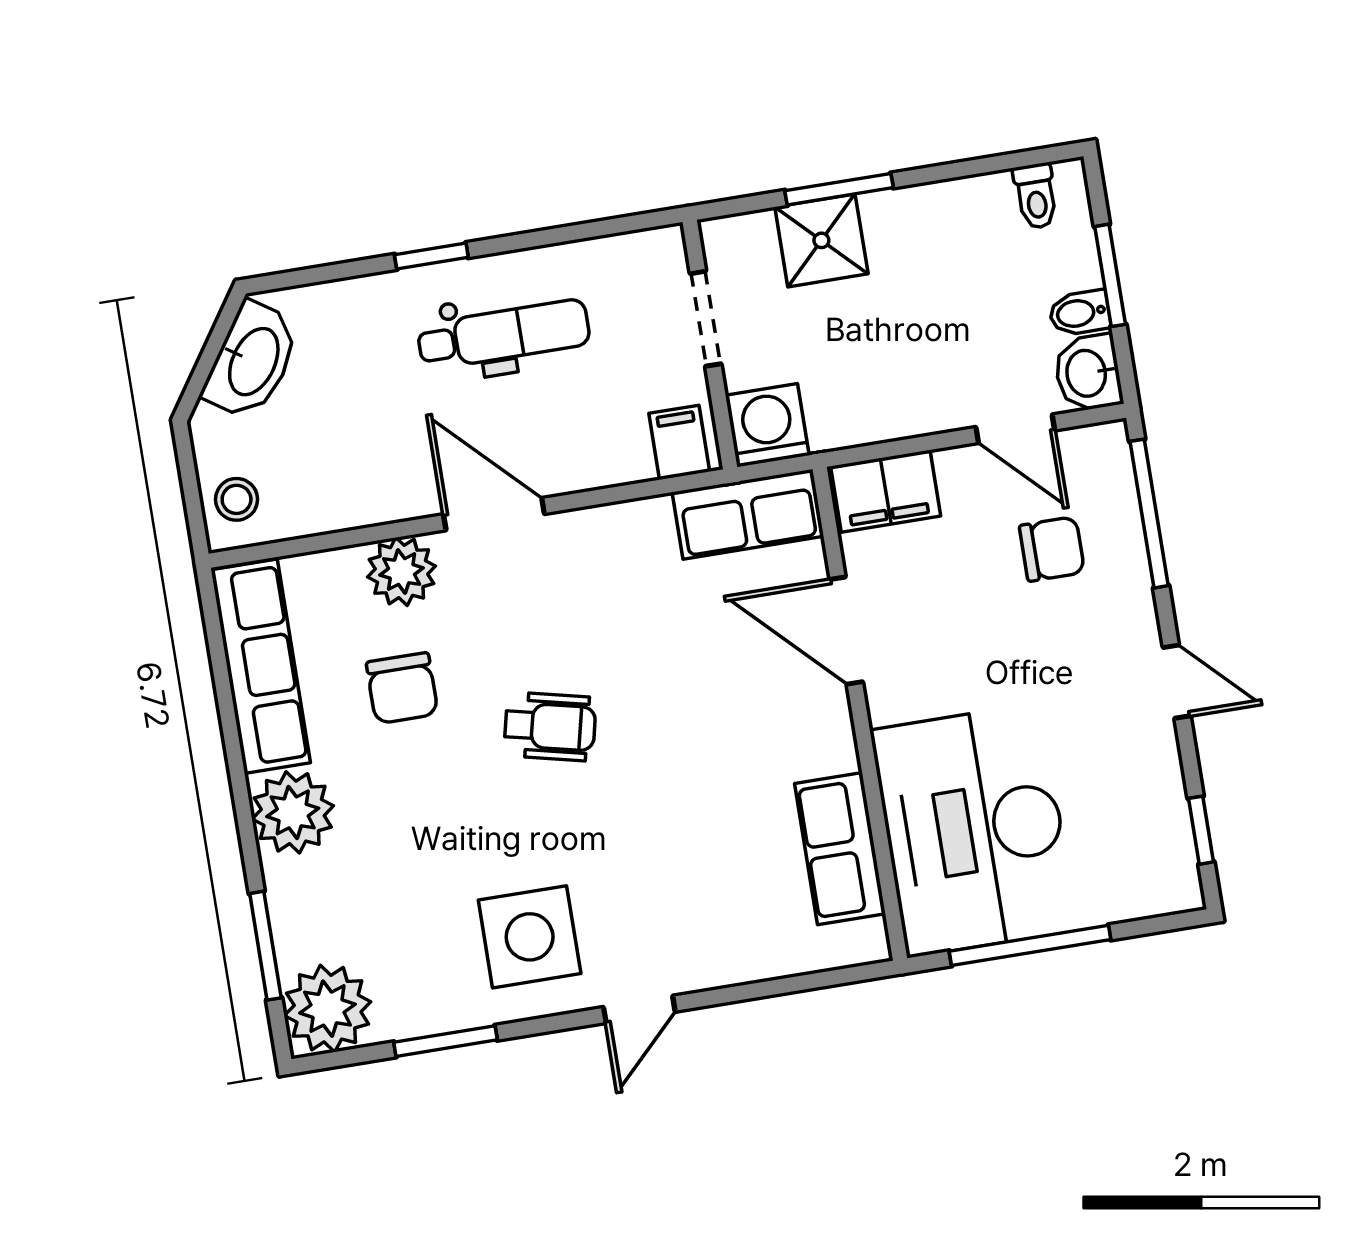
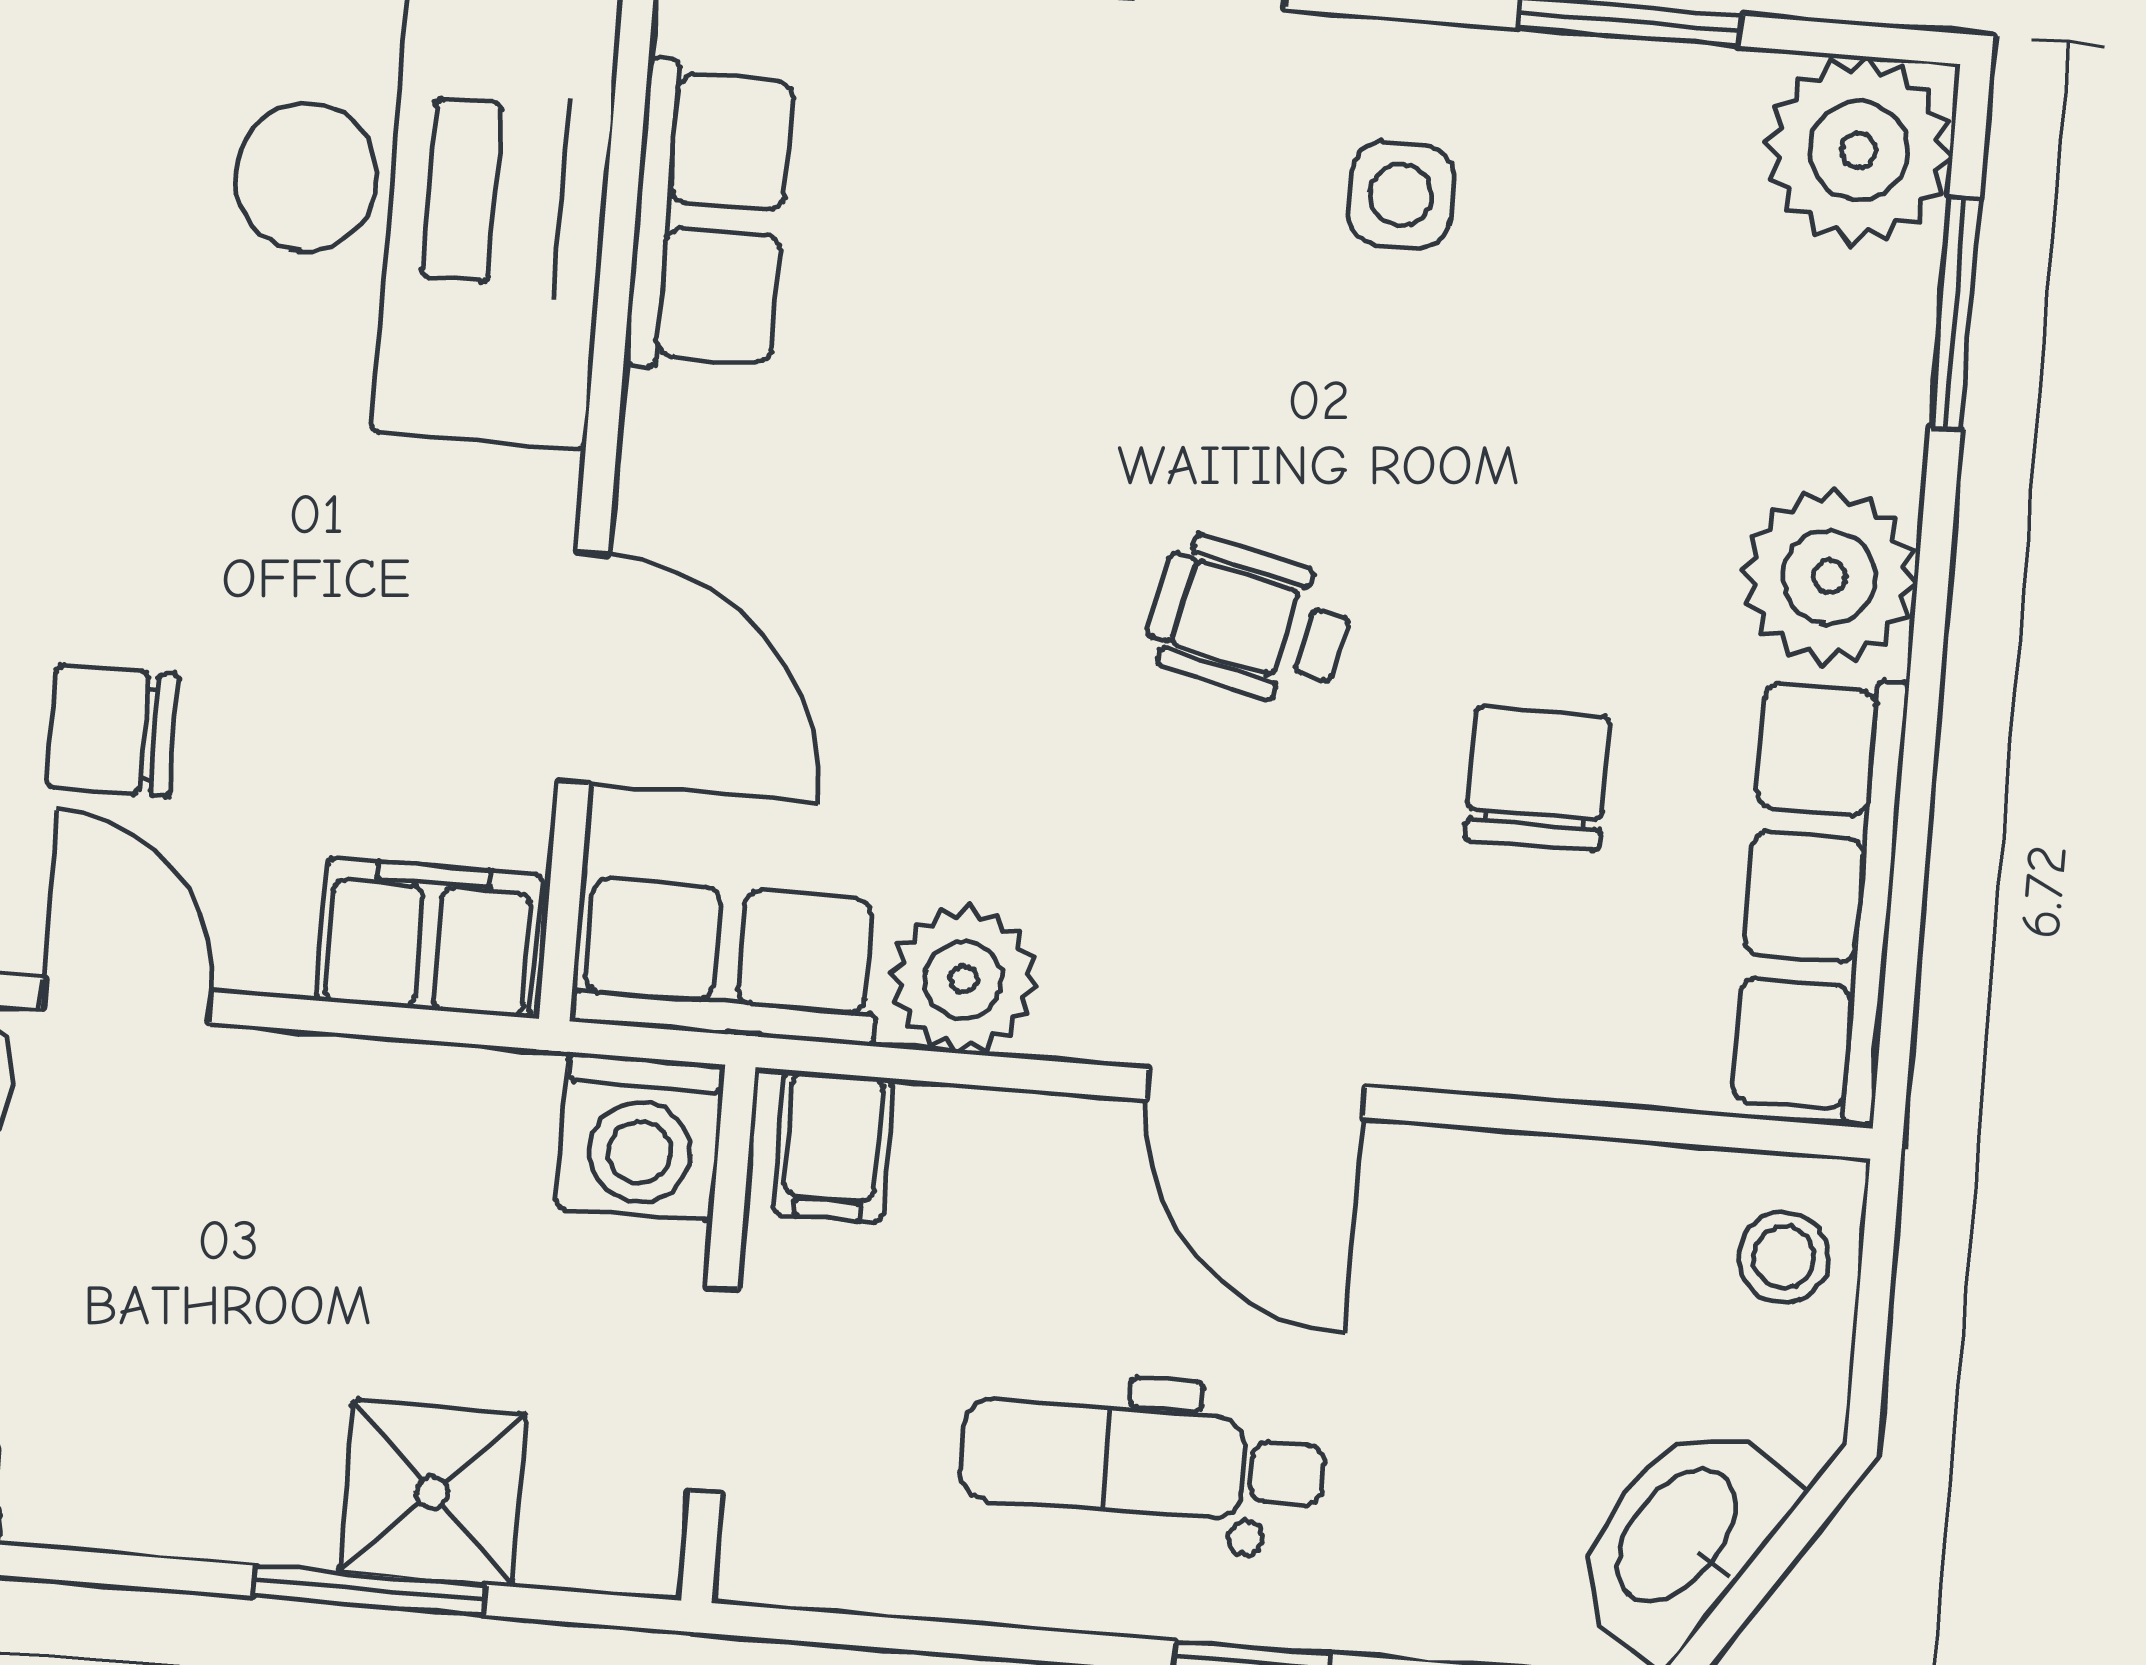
plant: (402, 571) -> (963, 979), moved
side table: (530, 937) -> (1401, 195), width x0.54, depth x0.54

